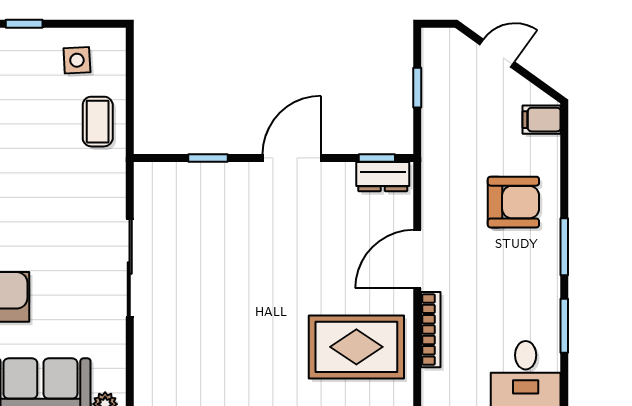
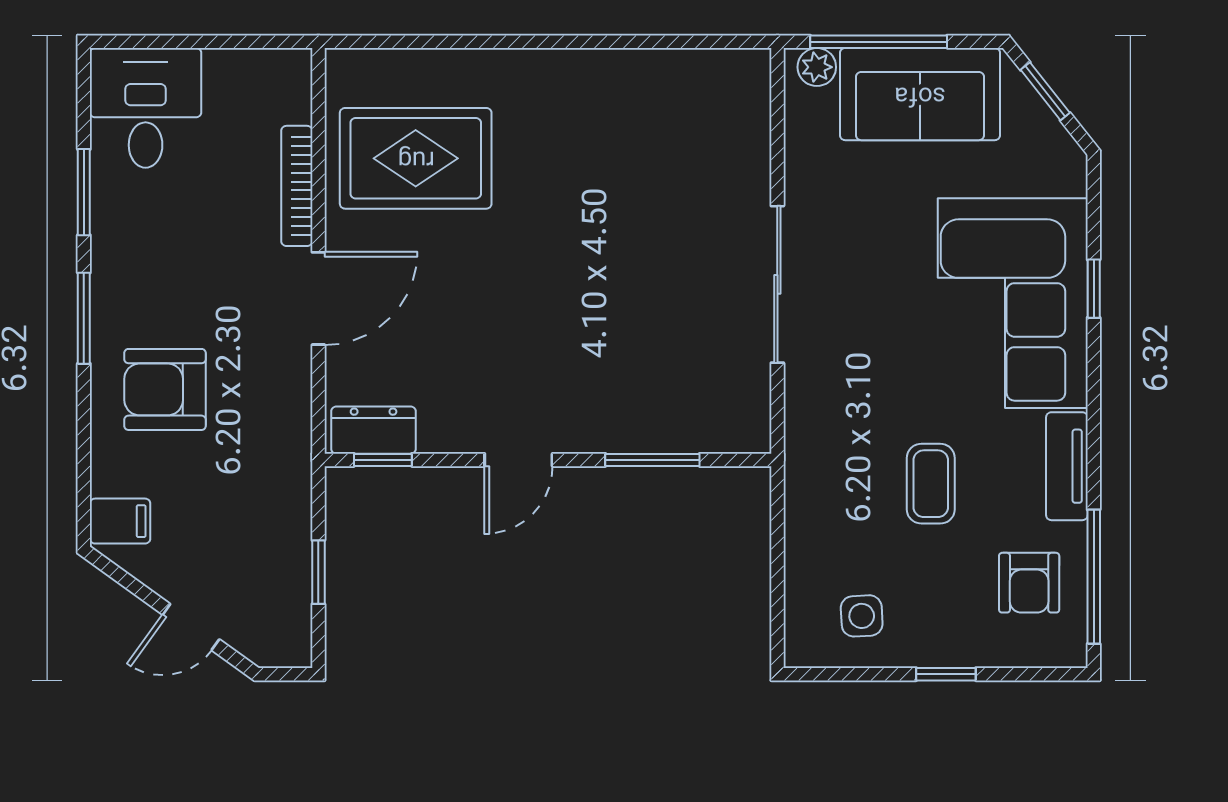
coffee table: (98, 122) -> (931, 484), moved
window: (208, 158) -> (652, 460), width x1.50
door: (292, 158) -> (518, 460), width x0.73

